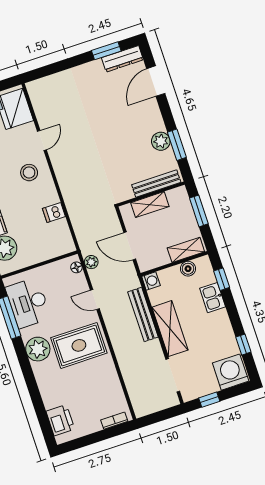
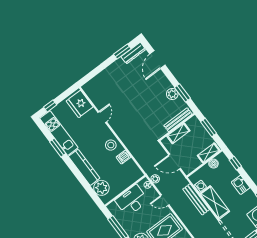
stool: (29, 173) -> (111, 145), moved
washing machine: (151, 281) -> (200, 186), moved
kitchen sink: (213, 298) -> (241, 185), moved
desk: (28, 303) -> (132, 201), moved, turned 90

